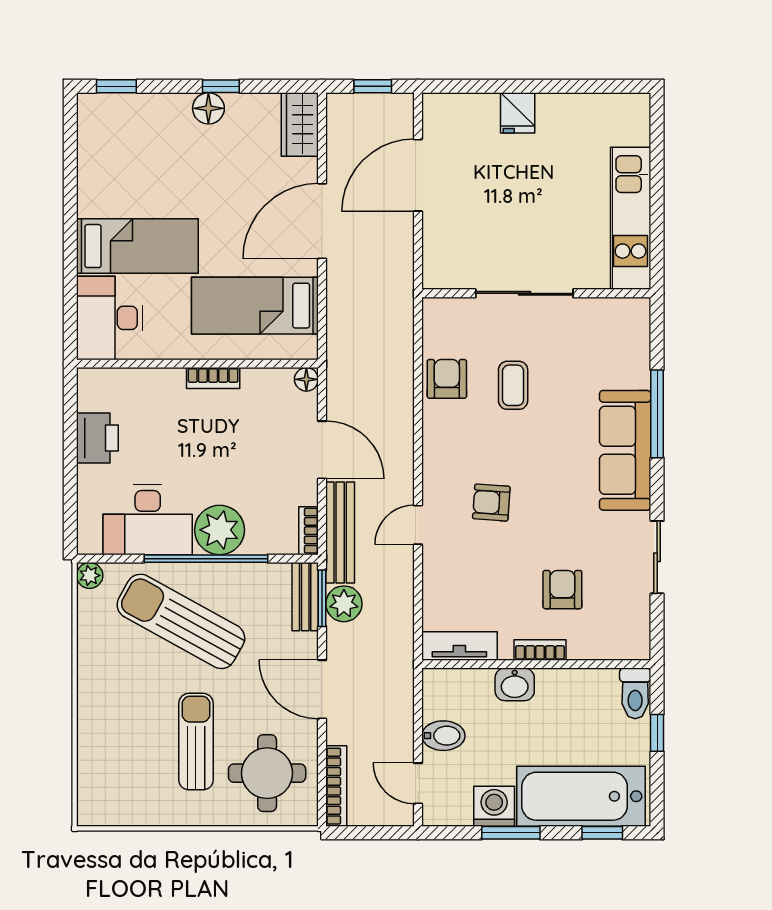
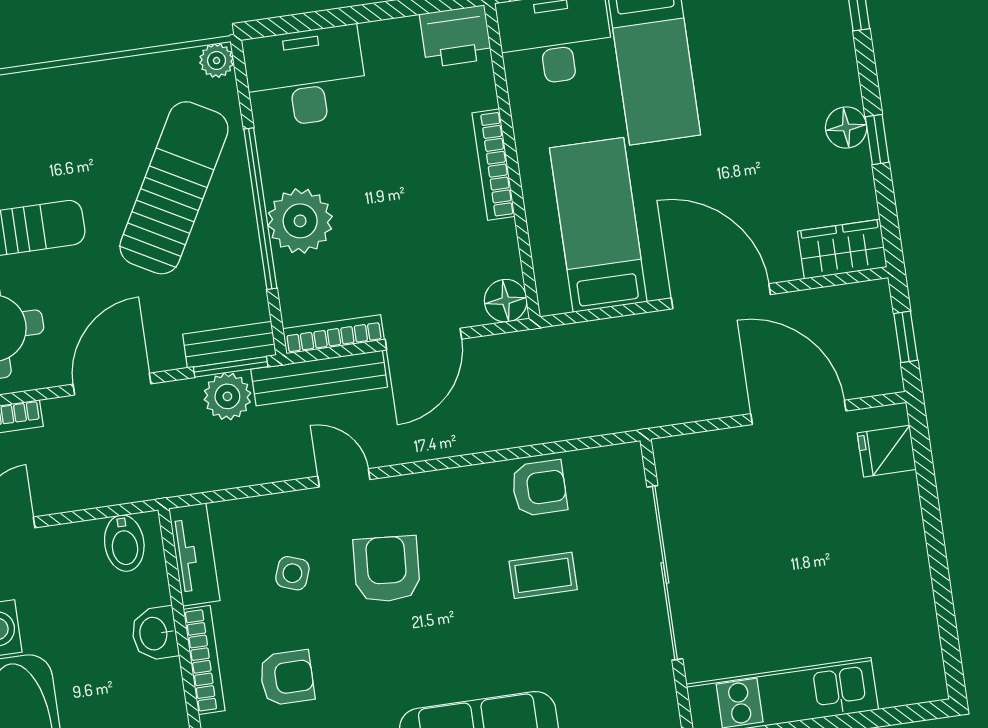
fridge: (518, 113) -> (887, 451), moved
sliding door: (524, 293) -> (665, 573), width x1.36
bookcase: (213, 378) -> (494, 165), width x1.56
floor lamp: (306, 379) -> (506, 301), width x1.37, depth x1.37
printer: (97, 438) -> (456, 36), moved
armchair: (491, 503) -> (387, 569), width x1.38, depth x1.38
desk: (148, 520) -> (305, 77), moved, turned 90
bookcase: (309, 531) -> (334, 334), width x1.56
side table: (484, 574) -> (292, 573), added
bookcase: (540, 650) -> (204, 660), width x1.56
bidet: (443, 736) -> (124, 543), moved

